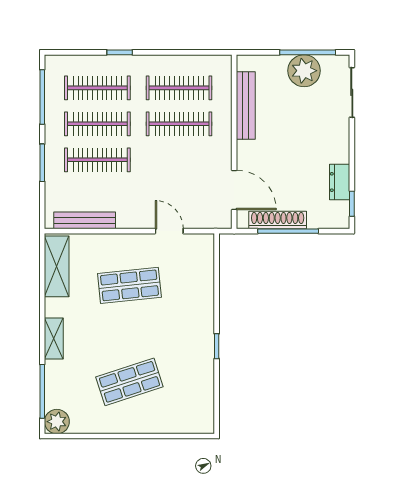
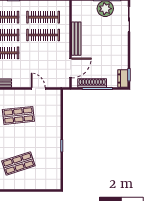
bench: (246, 106) -> (76, 39), moved
dresser: (340, 182) -> (123, 78), moved
door: (234, 190) -> (70, 68), hinge flipped

